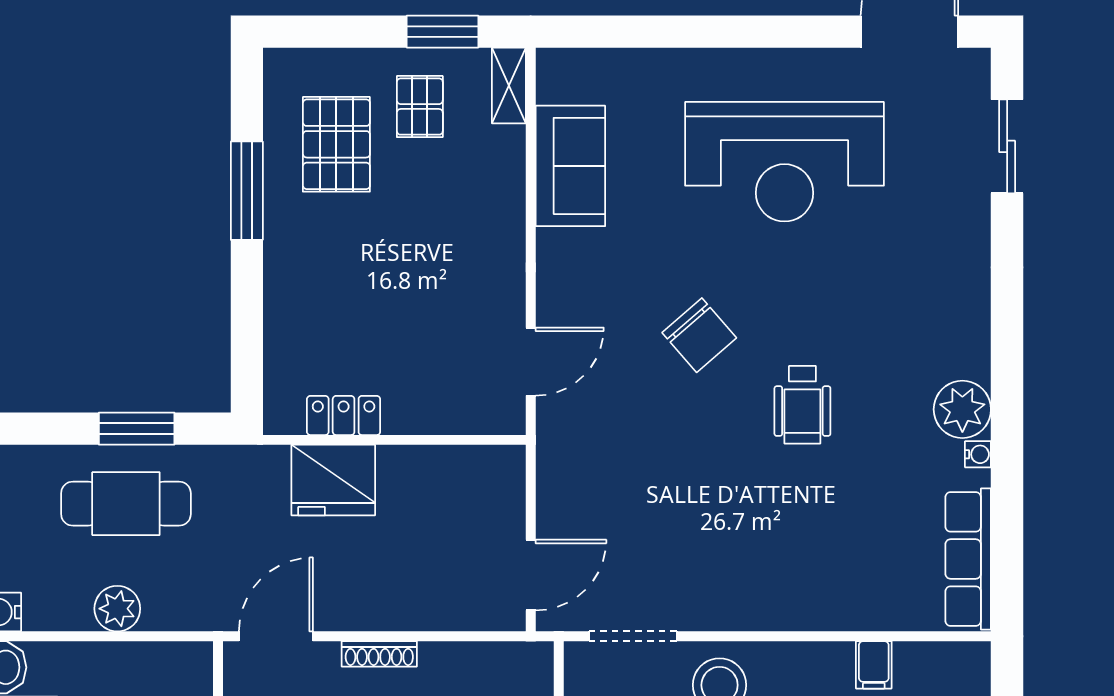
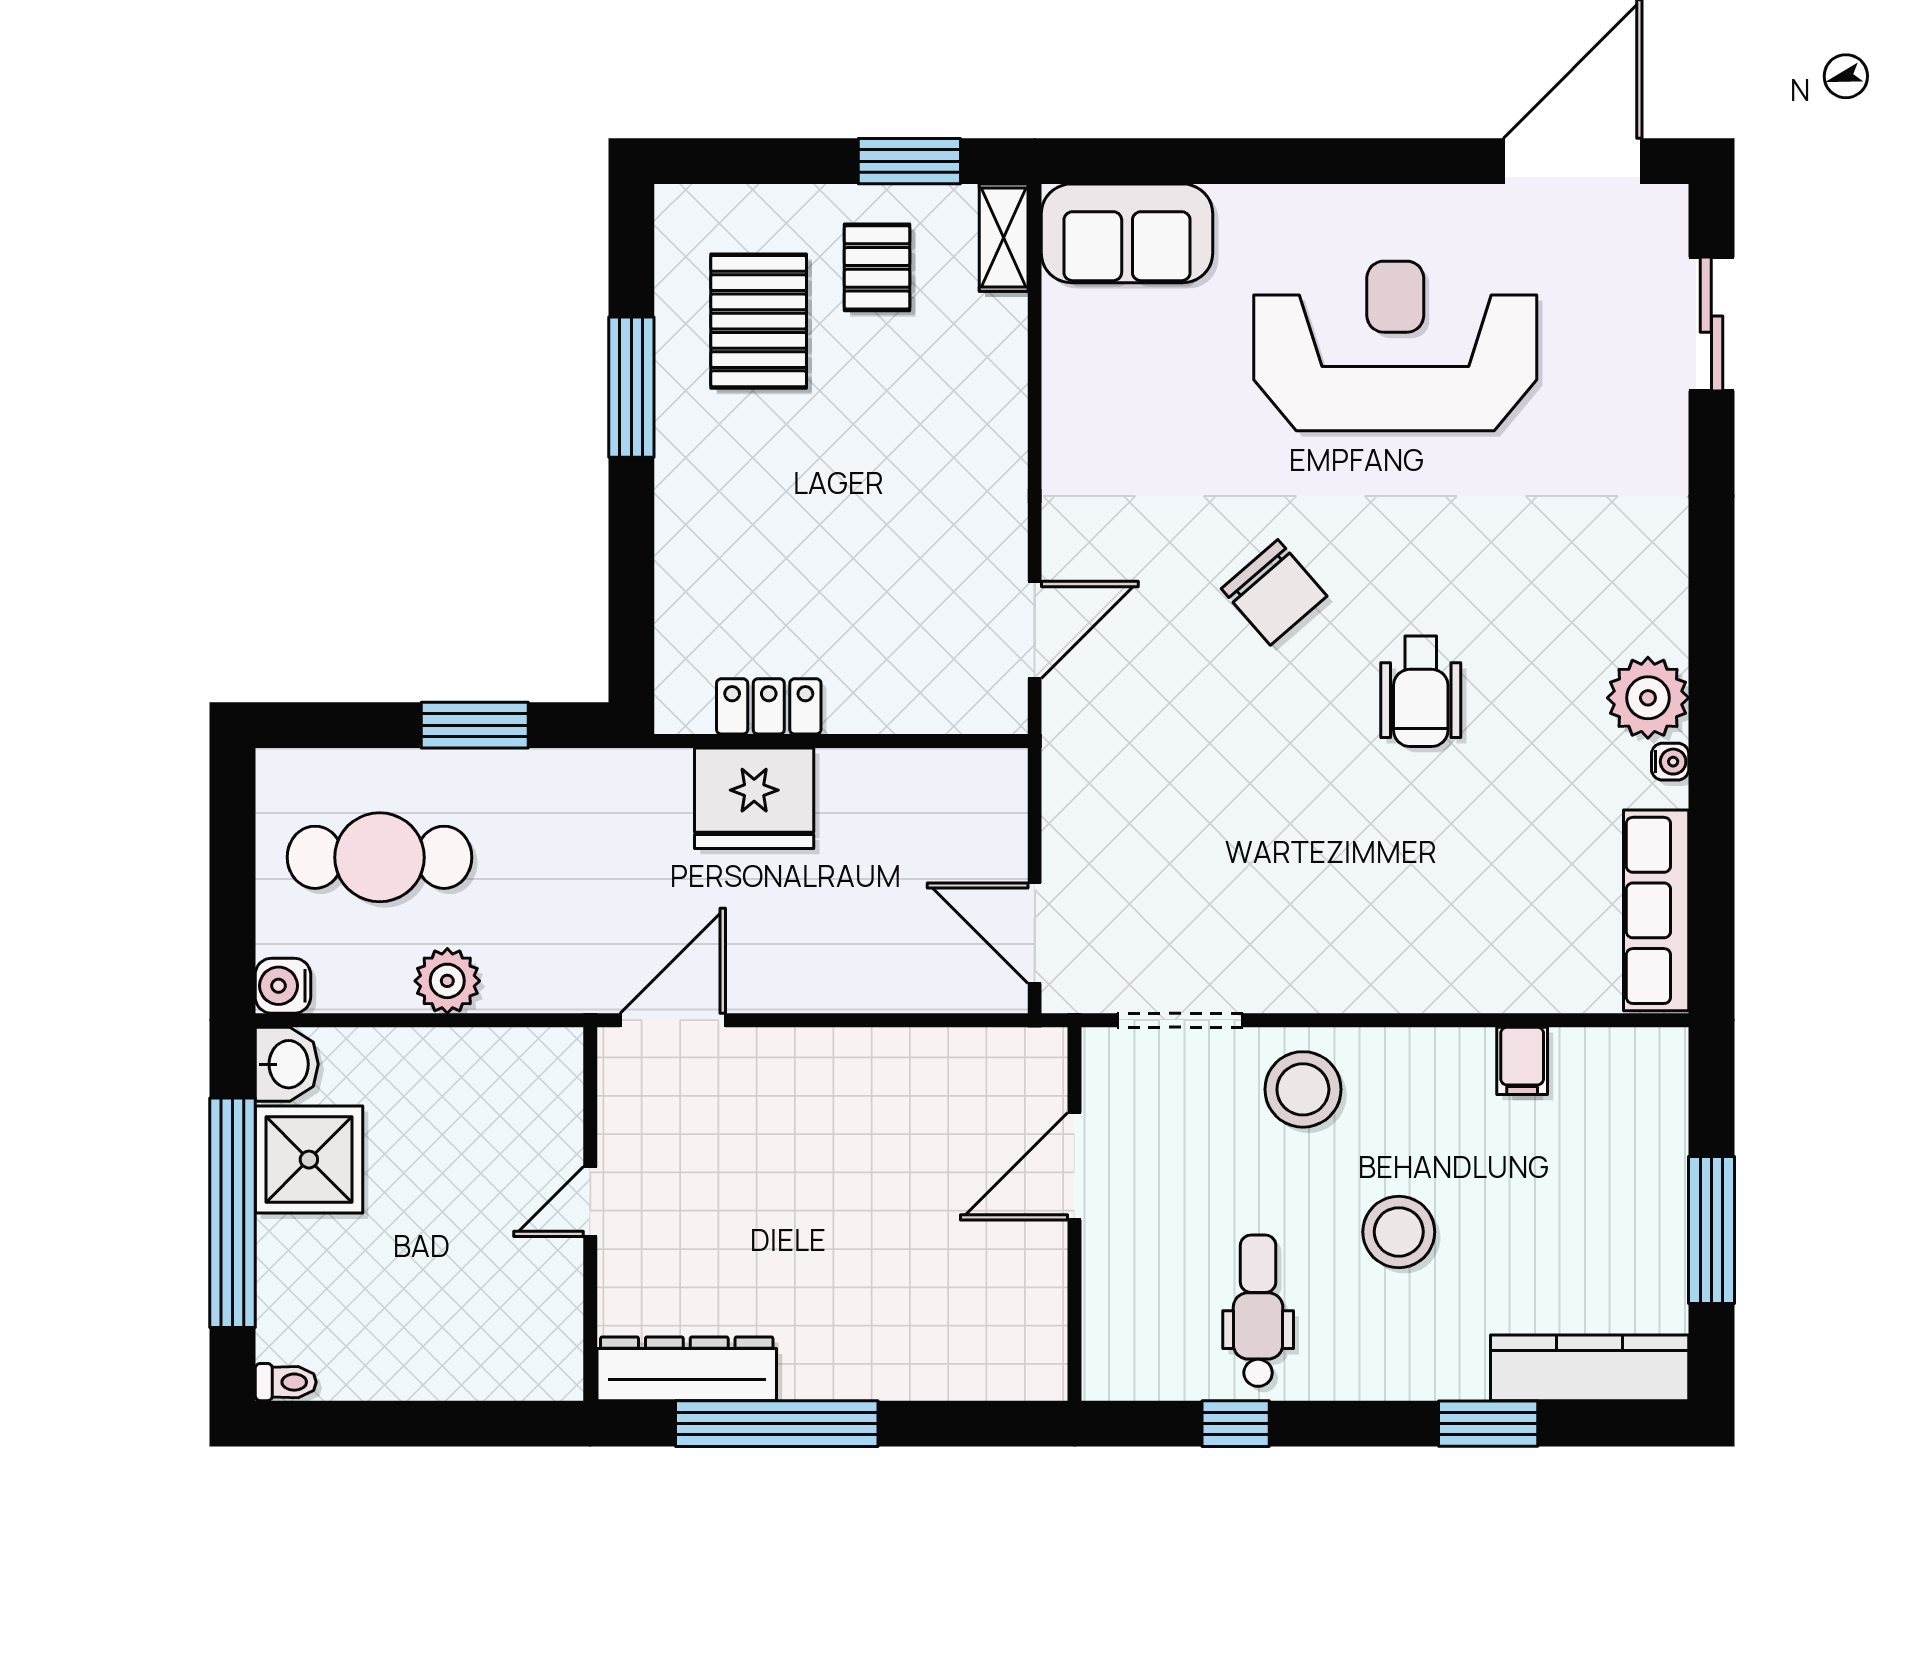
reception desk: (784, 162) -> (1395, 346), turned 180
sofa: (570, 166) -> (1127, 233), moved, turned 90
cafe table: (126, 504) -> (380, 857), moved
door: (531, 575) -> (1035, 933), swing flipped
shoe rack: (379, 654) -> (820, 1045), removed

